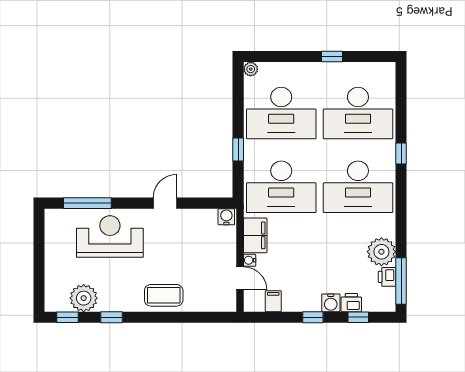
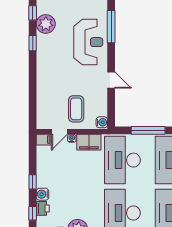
window: (238, 149) -> (148, 130), width x2.17
coffee table: (164, 295) -> (76, 109), moved
filing cabinet: (273, 301) -> (44, 140), moved

